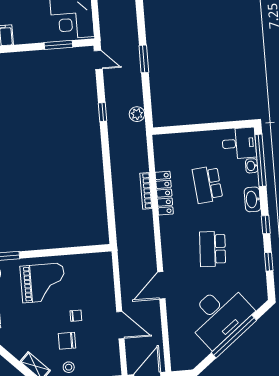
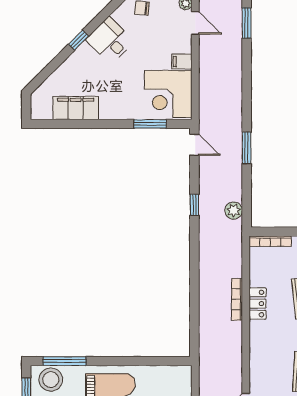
bookcase: (171, 138) -> (270, 241), added
locker: (164, 193) -> (258, 304), width x0.66

